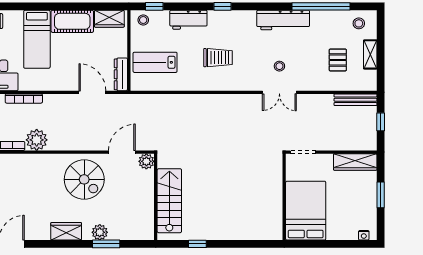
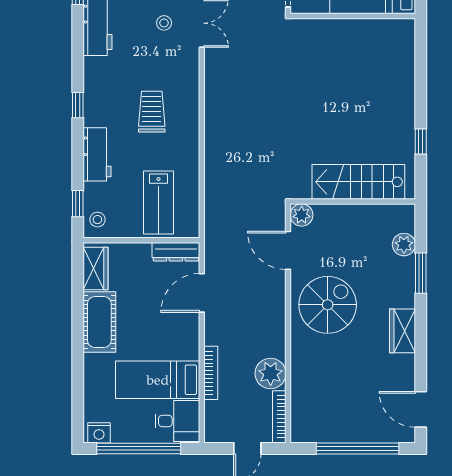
bed: (37, 39) -> (158, 380), moved, turned 180
bookcase: (24, 99) -> (211, 373), moved
plant: (100, 232) -> (404, 245), moved

